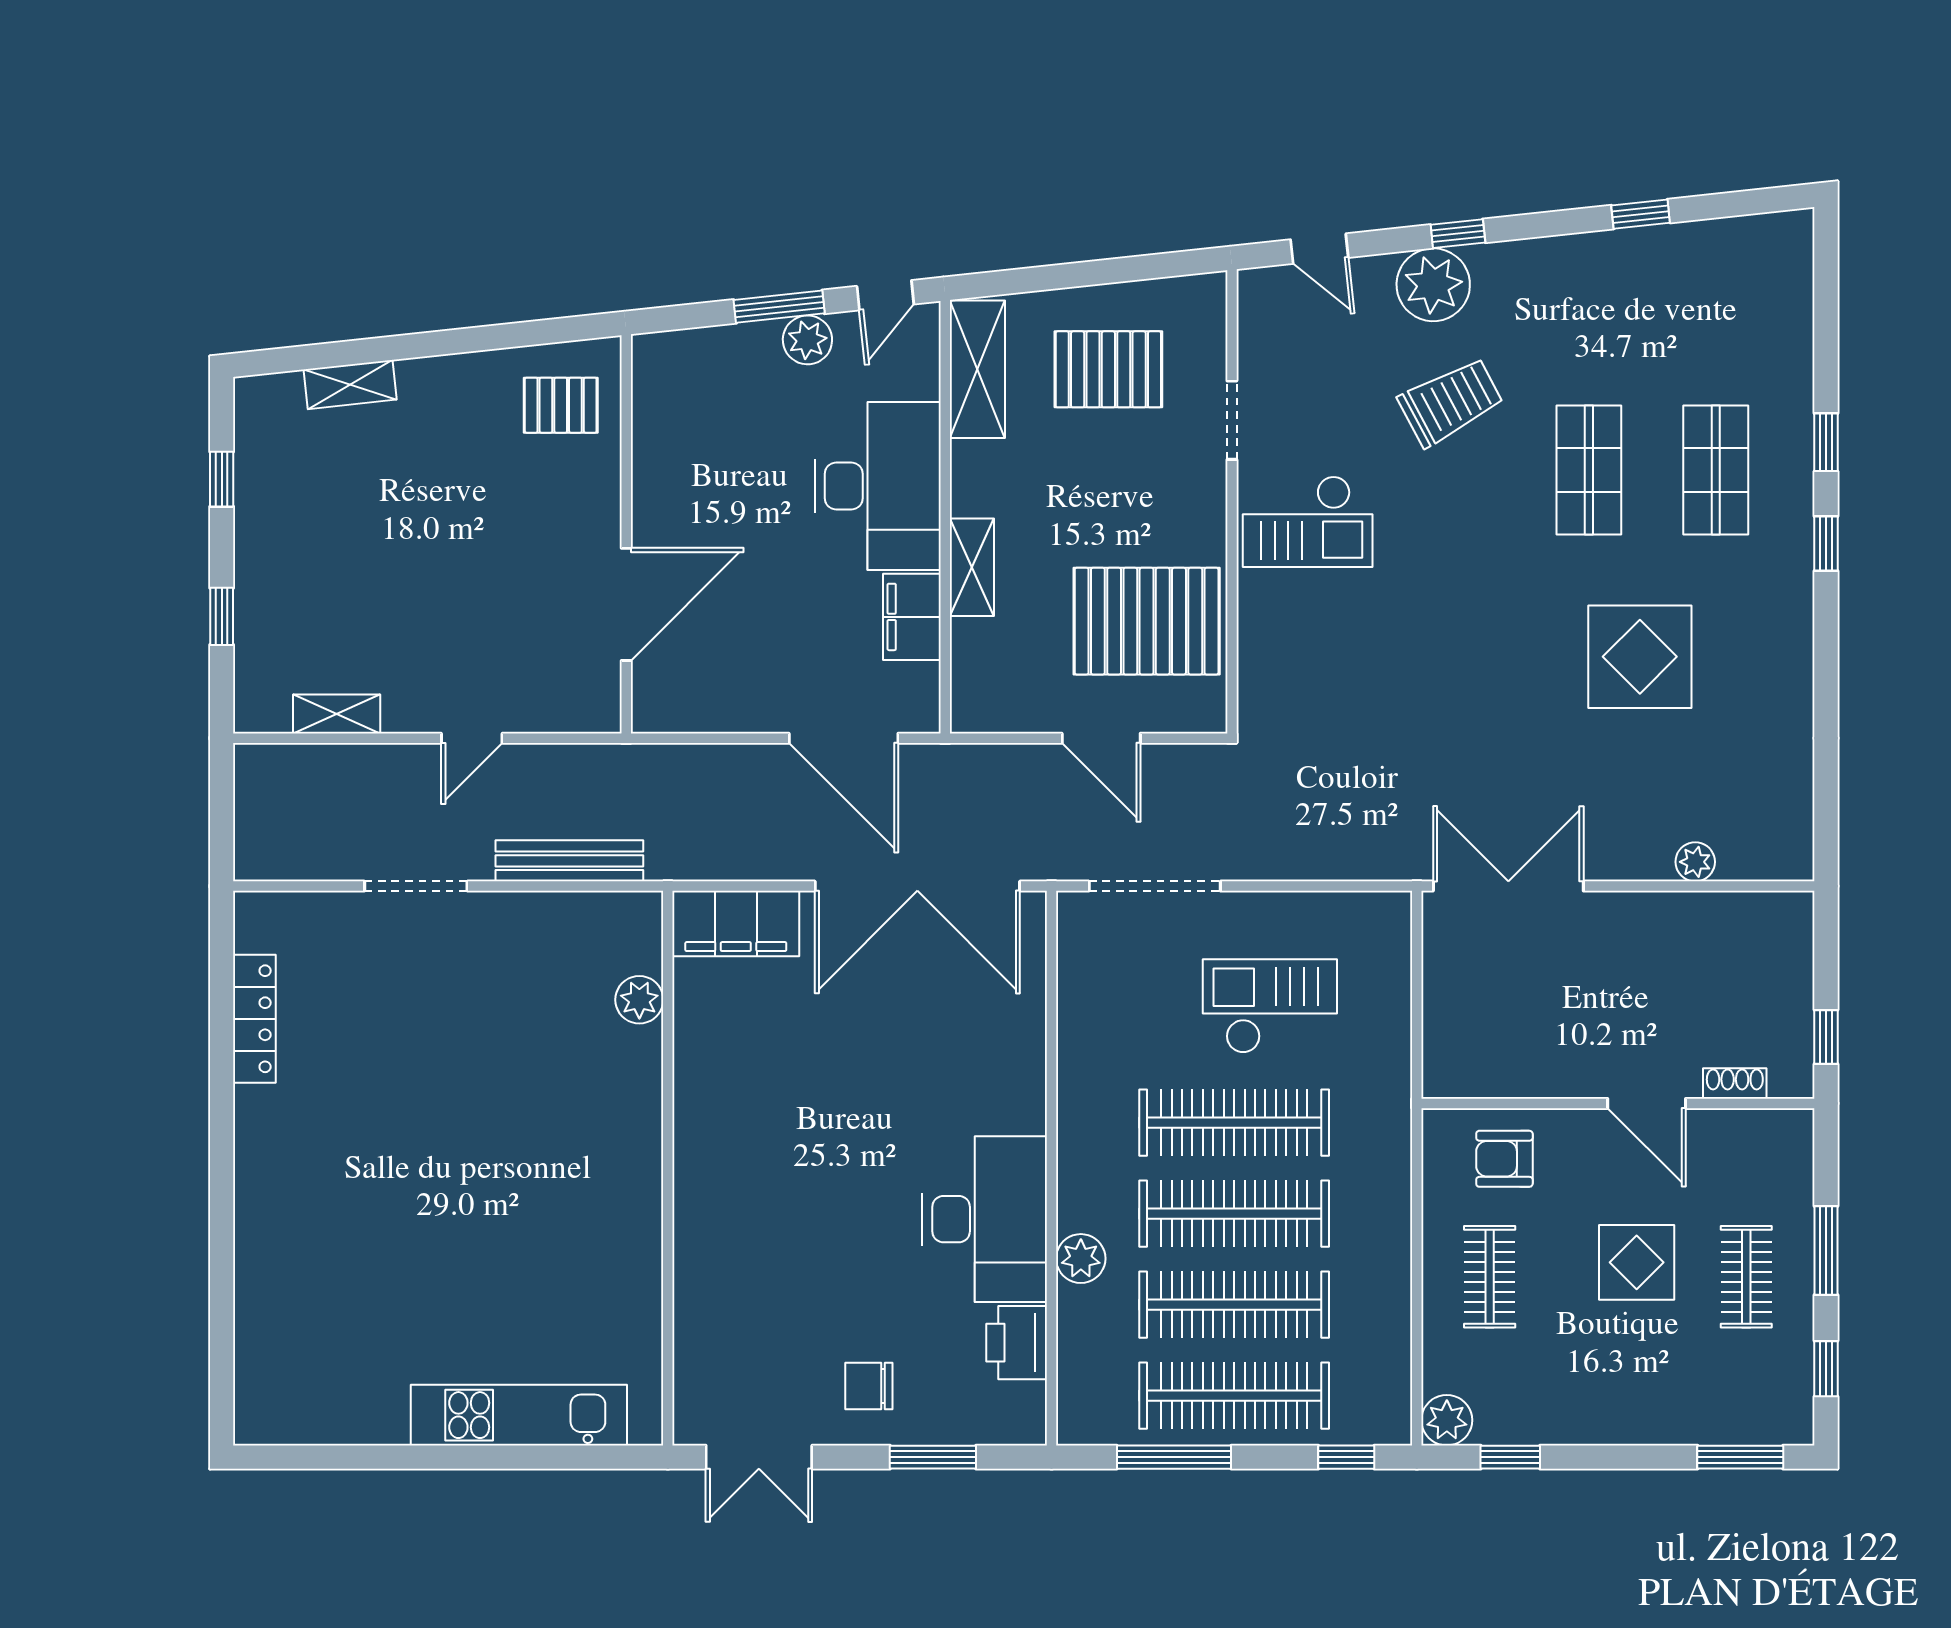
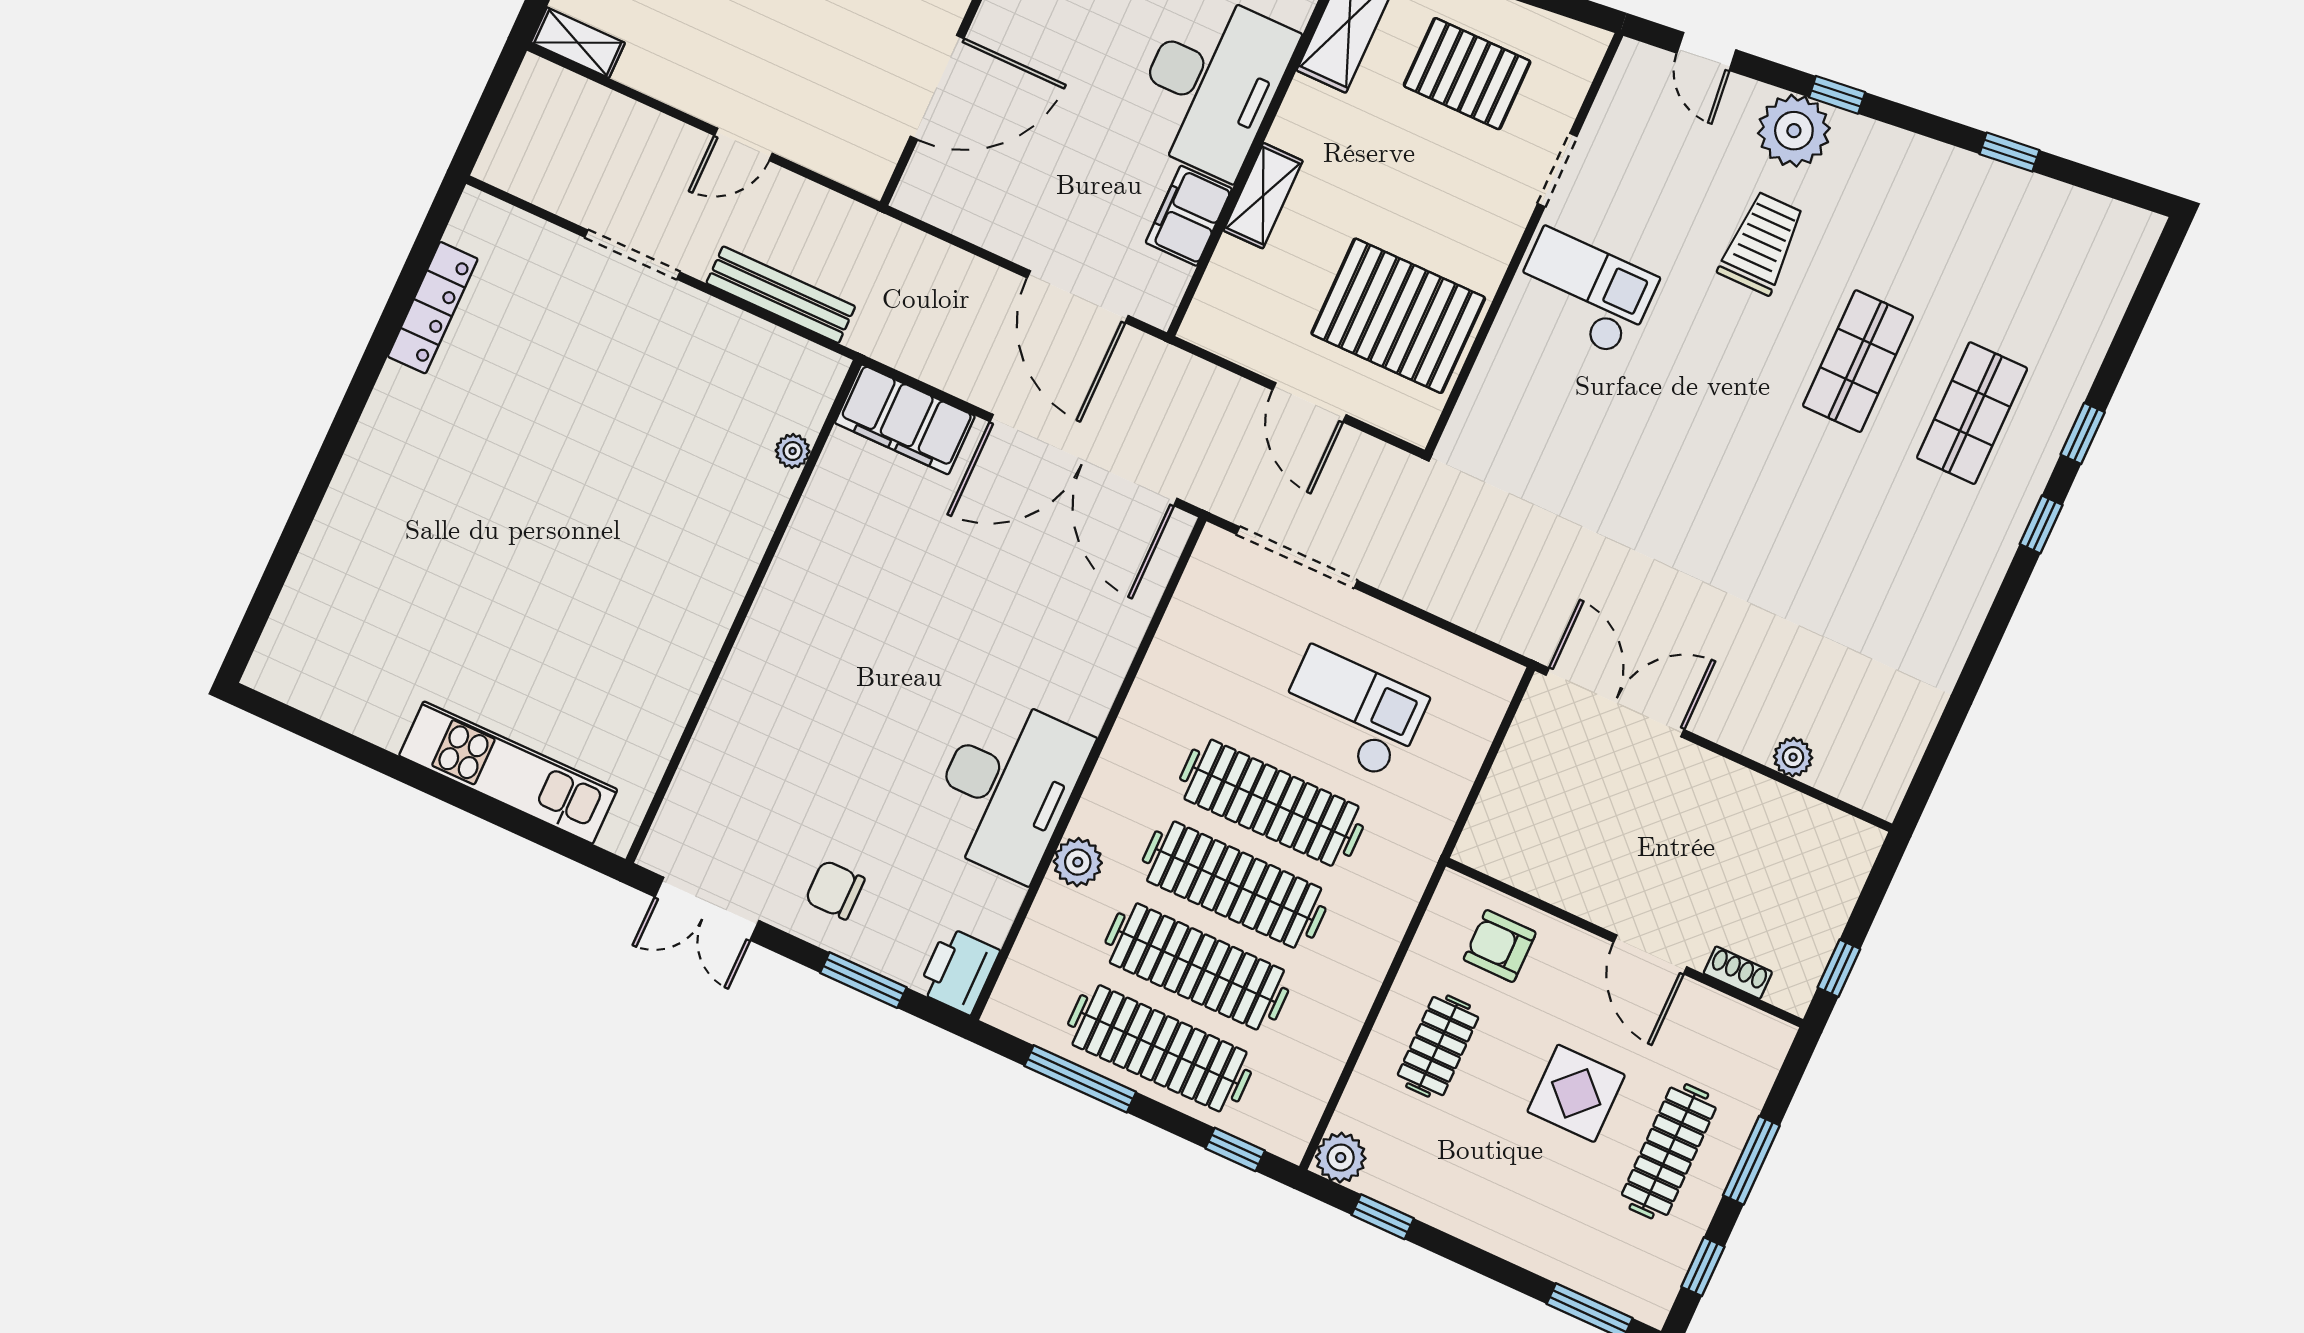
trolley: (1451, 402) -> (1762, 243), turned -62
checkout: (1308, 521) -> (1584, 292), turned 180
display table: (1640, 657) -> (1827, 550), removed
shelving: (337, 714) -> (578, 43), moved
plant: (639, 1000) -> (793, 451), width x0.73, depth x0.73
clothes rail: (1746, 1277) -> (1669, 1151), width x1.36
printer: (1017, 1343) -> (958, 971), moved

